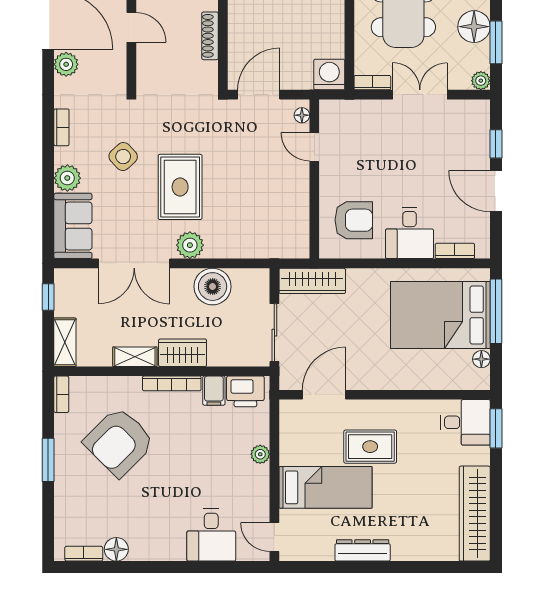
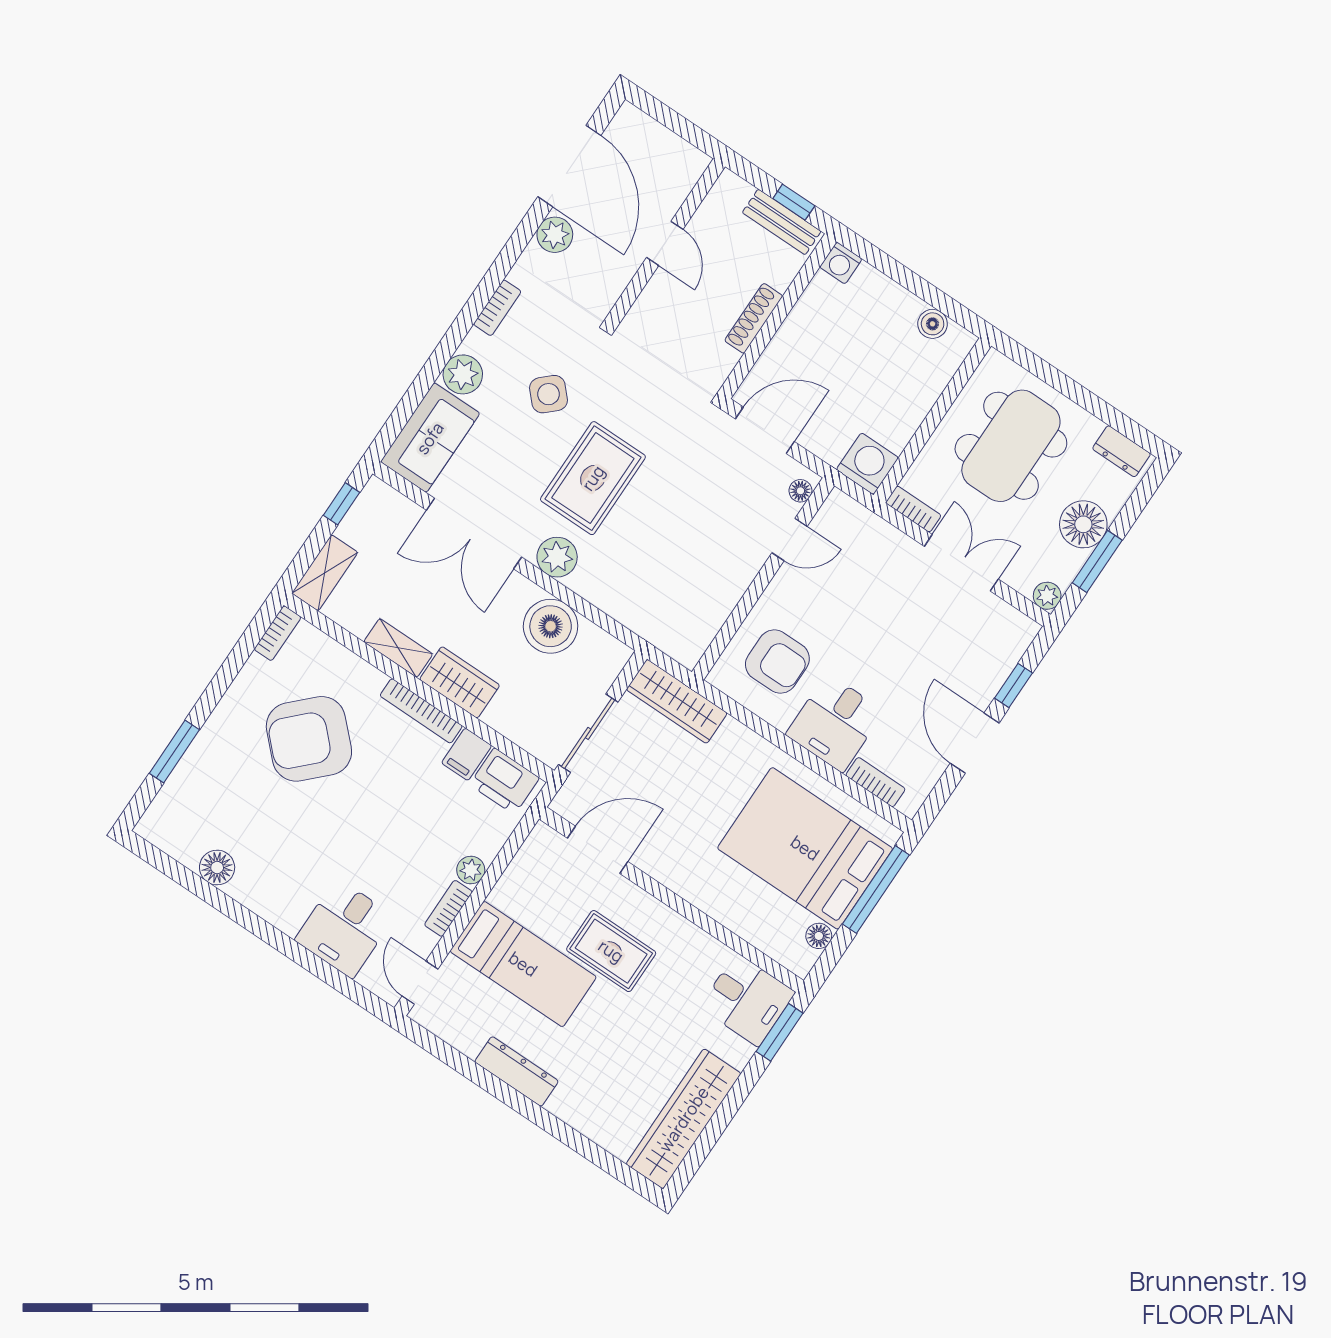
door: (314, 147) -> (789, 540), swing flipped
window: (48, 460) -> (174, 752), moved
bookcase: (84, 554) -> (448, 908), moved, turned -90

